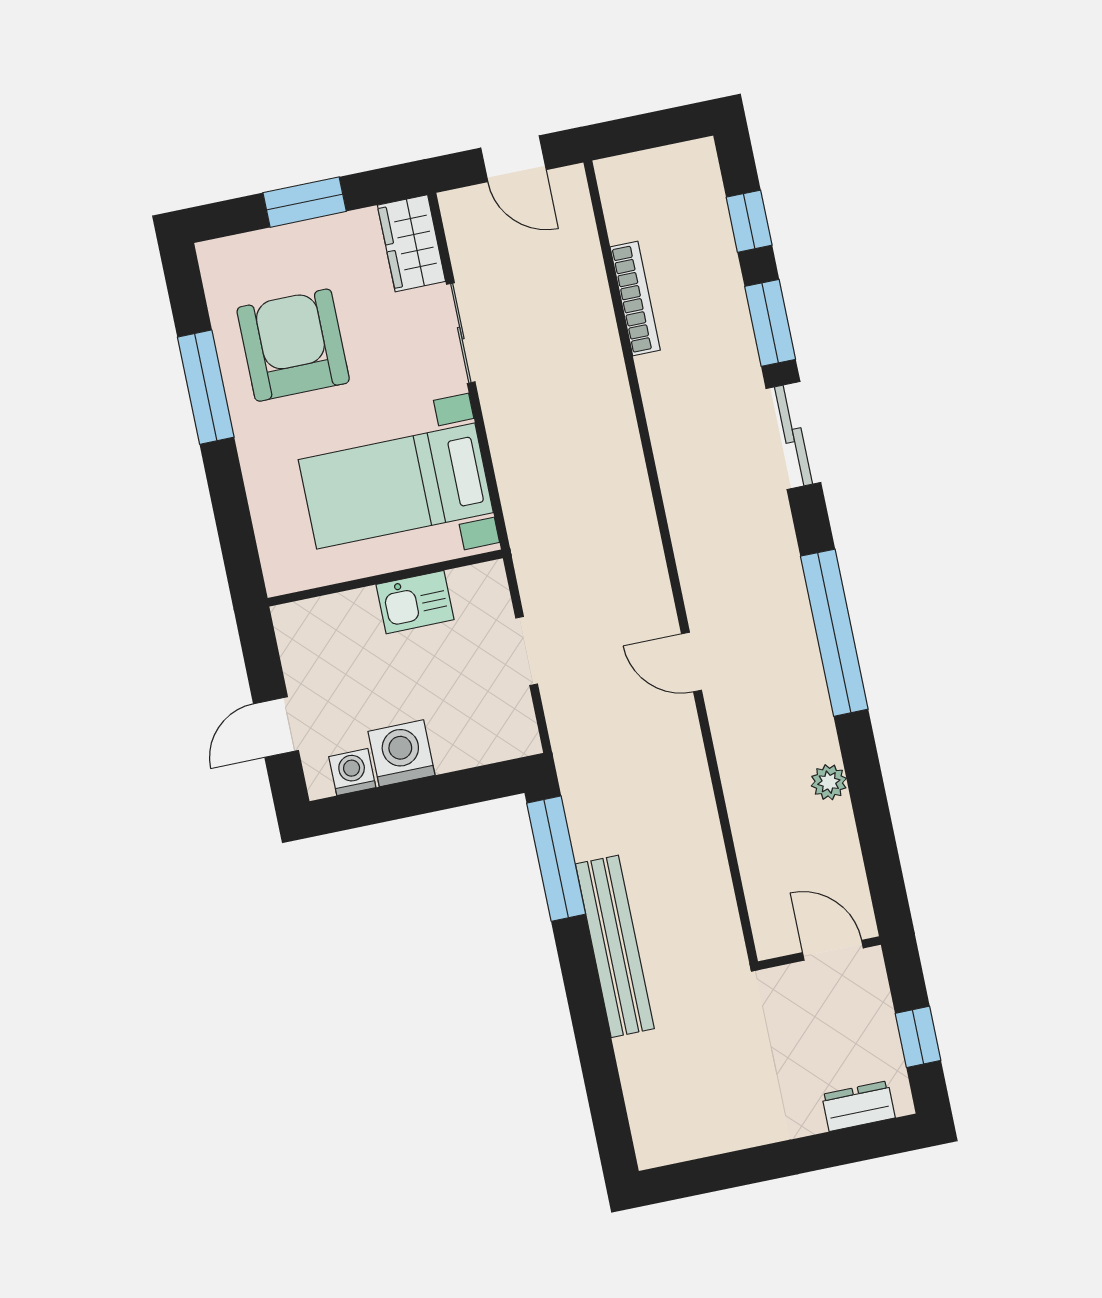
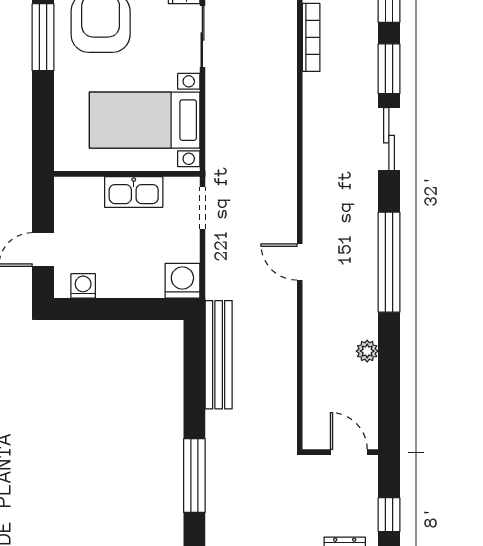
kitchen sink: (415, 602) -> (134, 192), width x1.38
doorway: (527, 651) -> (202, 208), moved
washing machine: (401, 753) -> (182, 281), moved
window: (556, 859) -> (194, 476), moved
bench: (615, 946) -> (219, 355), moved

